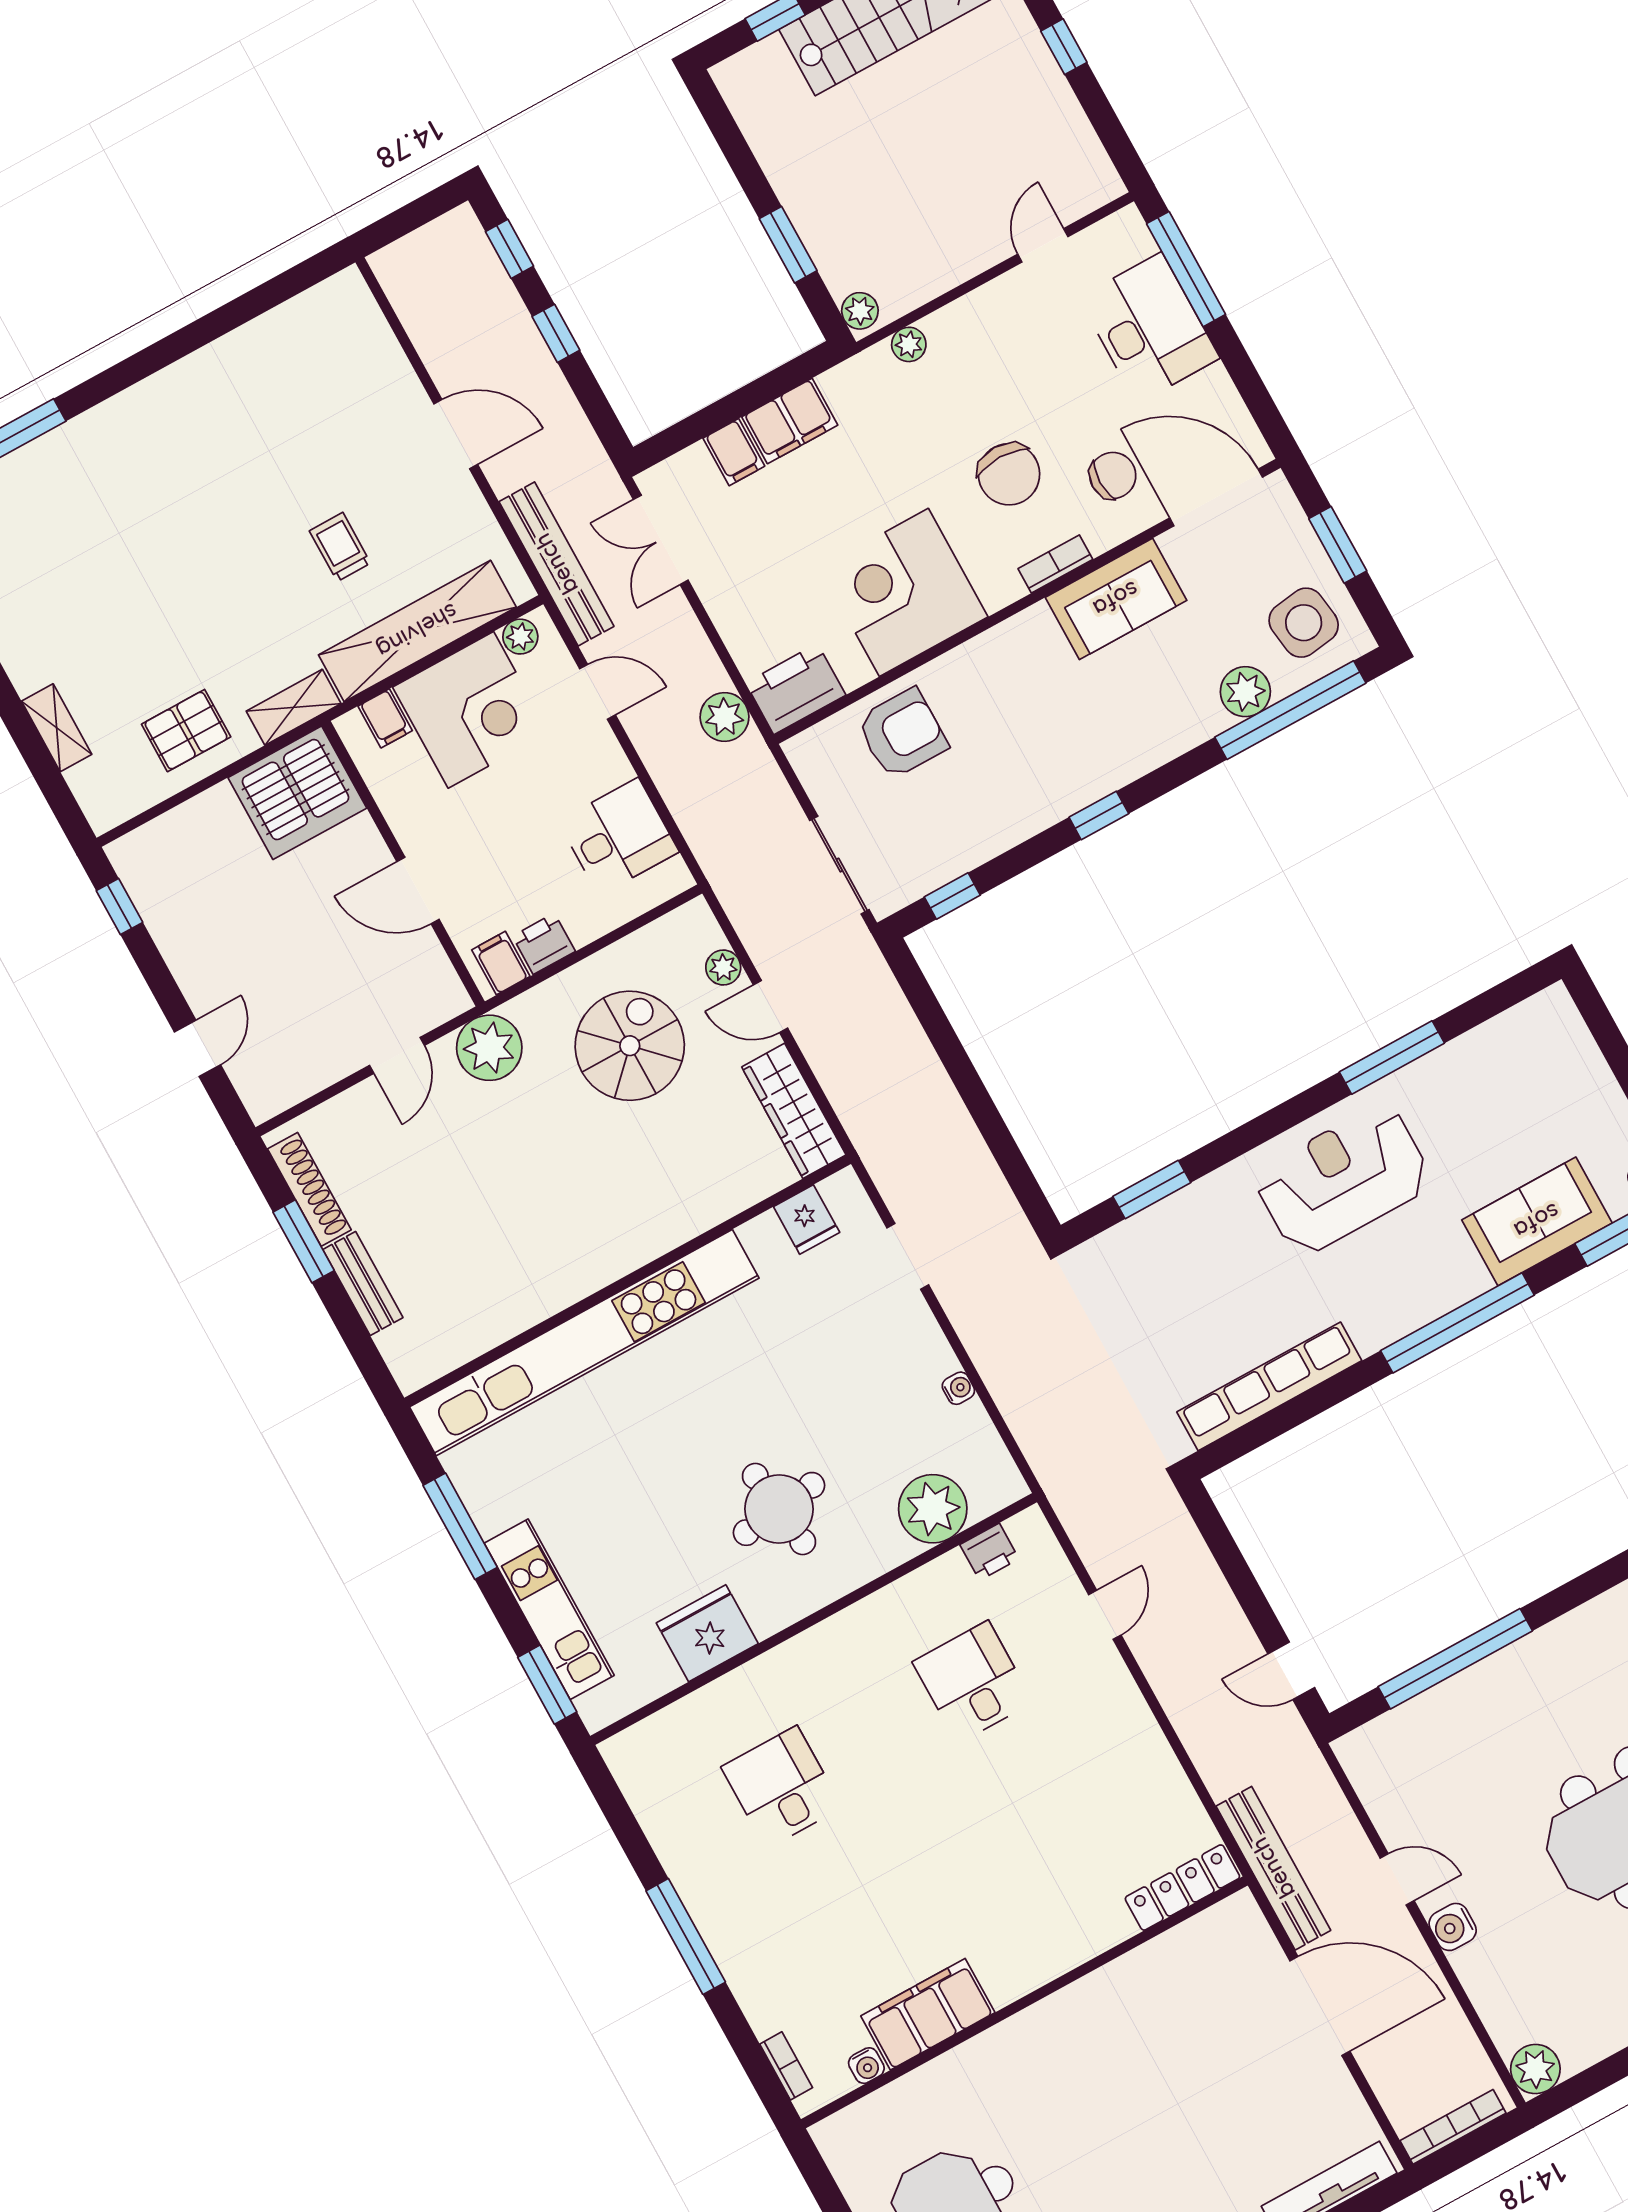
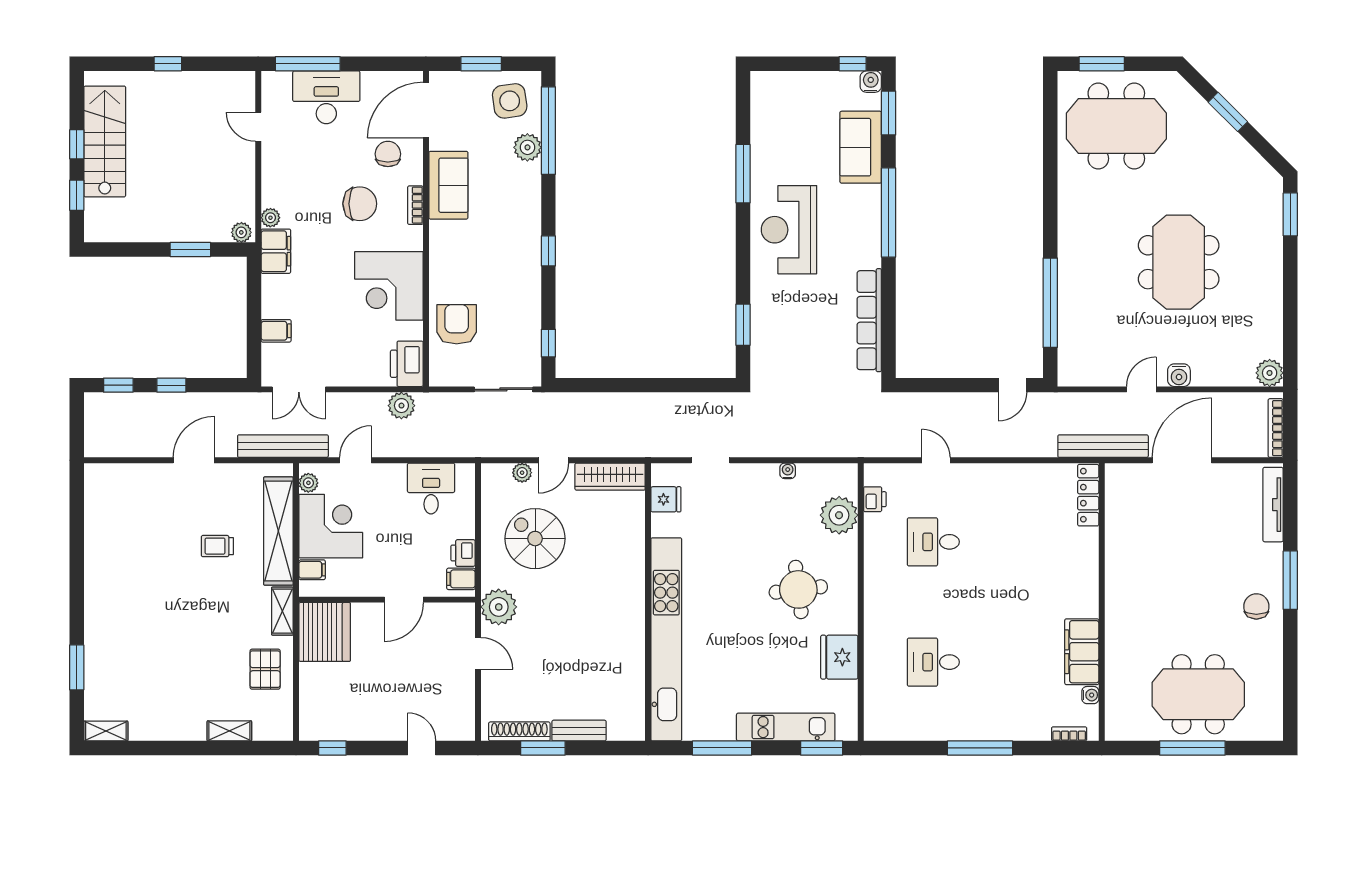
filing cabinet: (790, 421) -> (276, 251), moved

